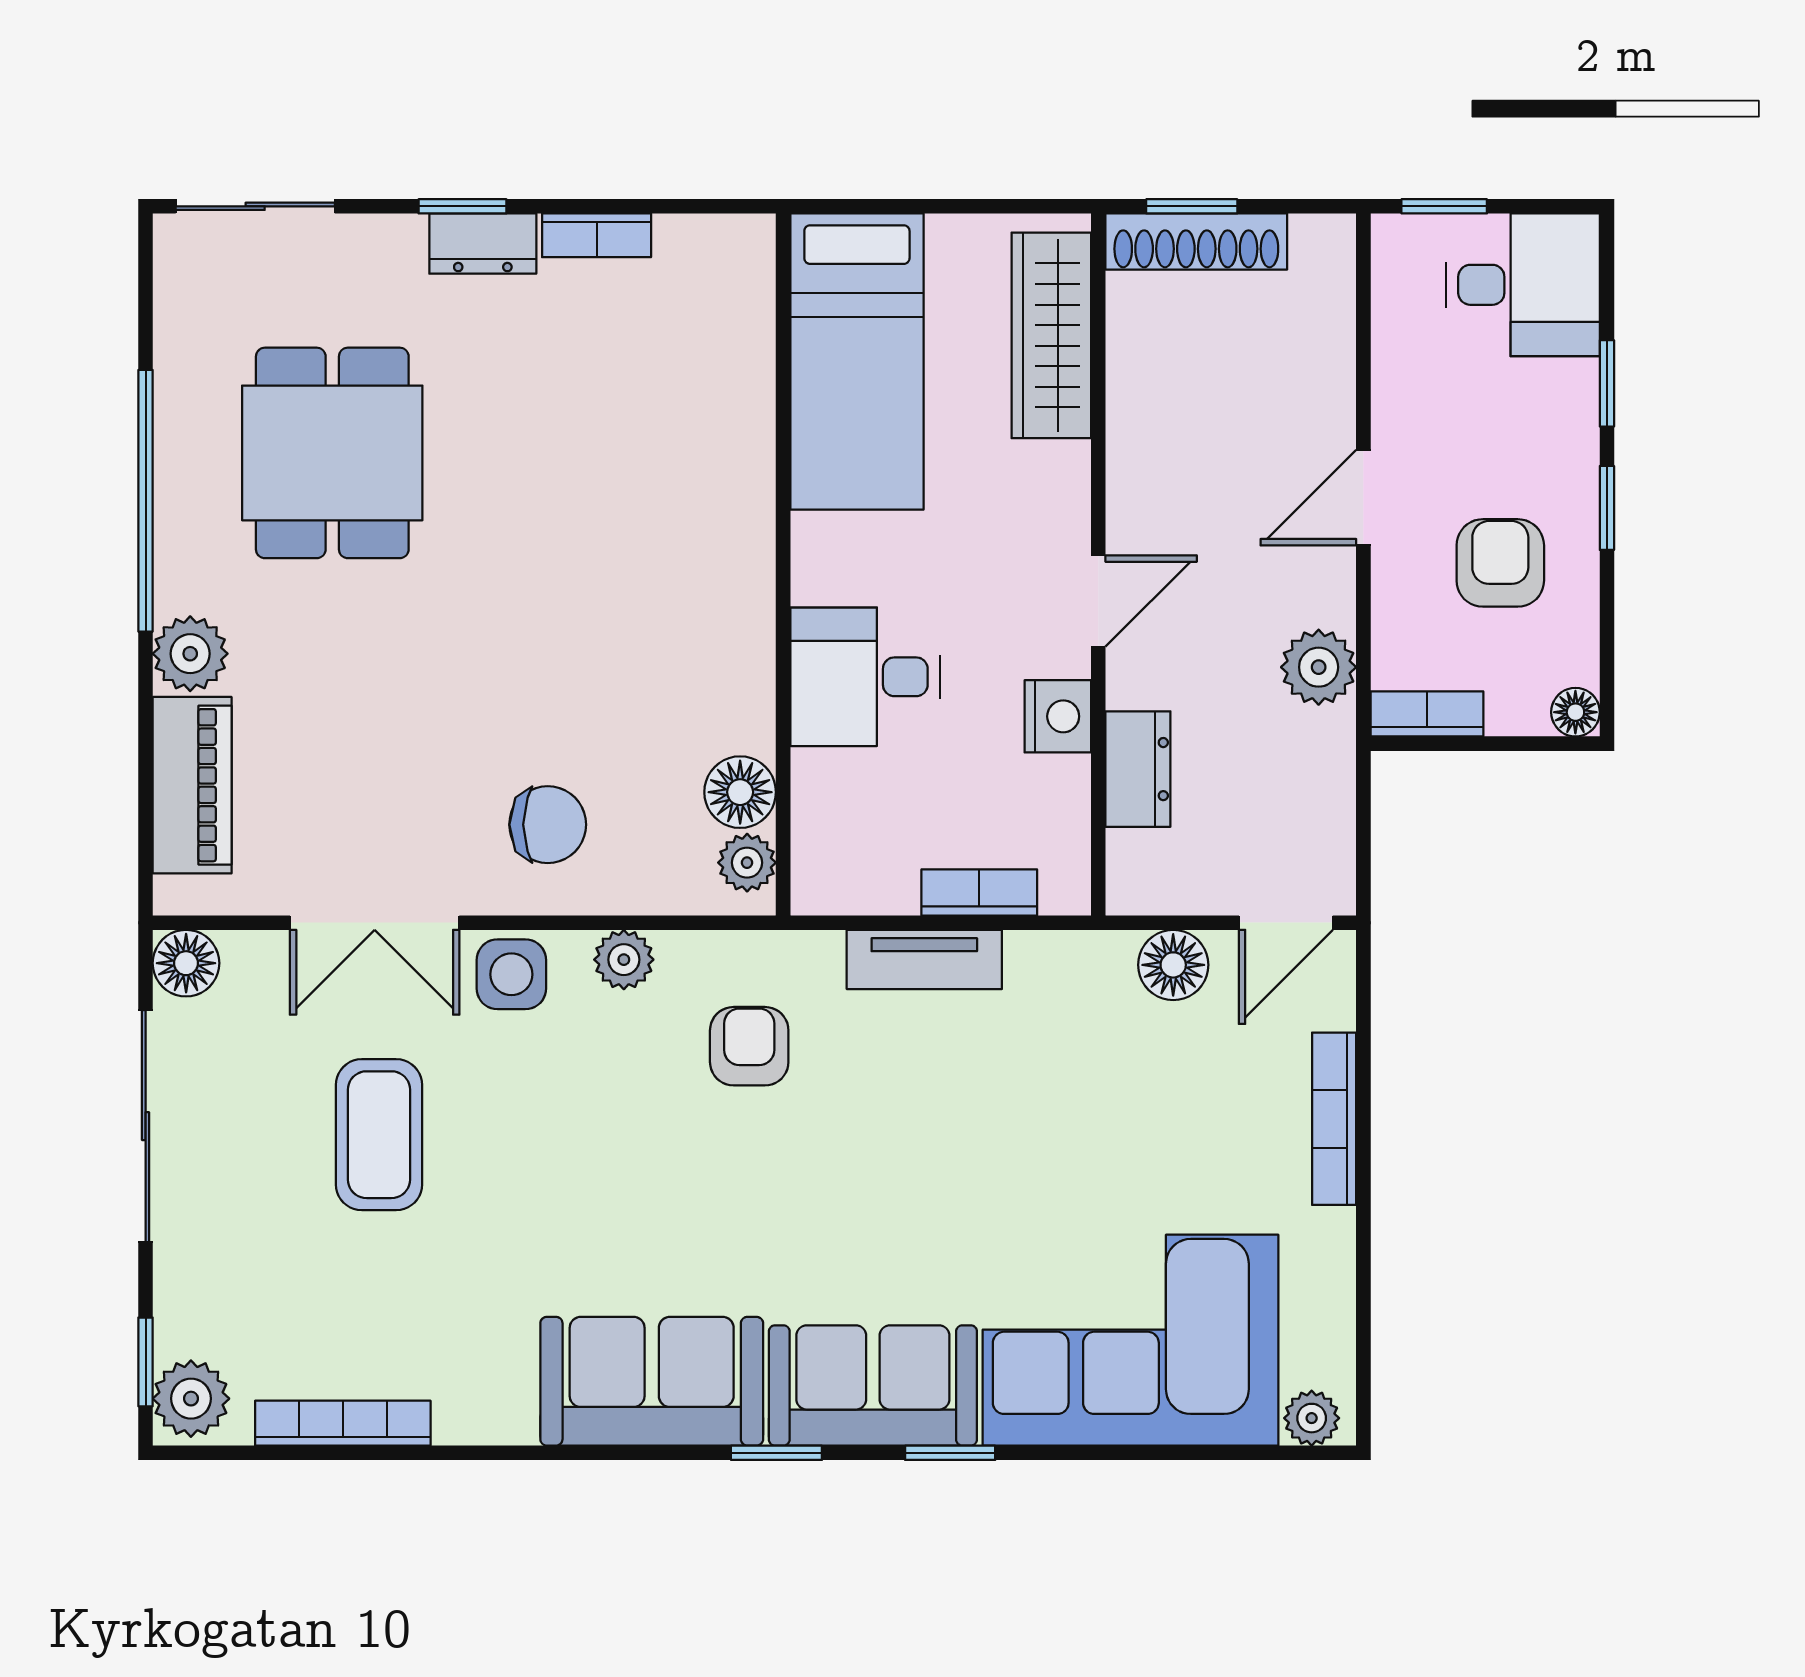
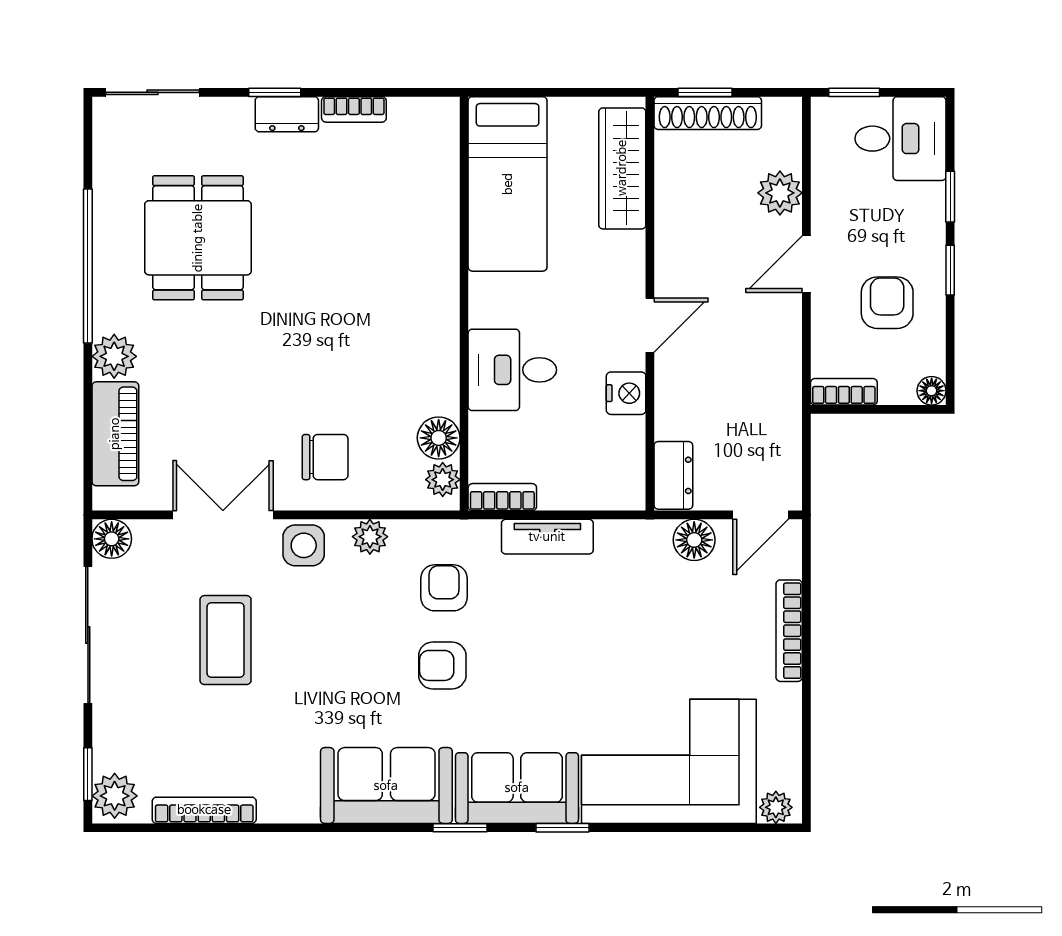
plant: (1319, 667) -> (780, 193), moved
dresser: (1138, 769) -> (673, 475), moved
bookcase: (979, 892) -> (502, 497), moved
double door: (375, 923) -> (223, 515), swing flipped
armchair: (746, 1178) -> (442, 665), added

